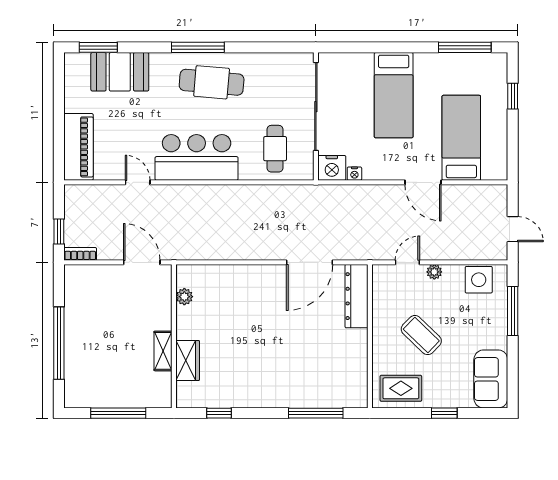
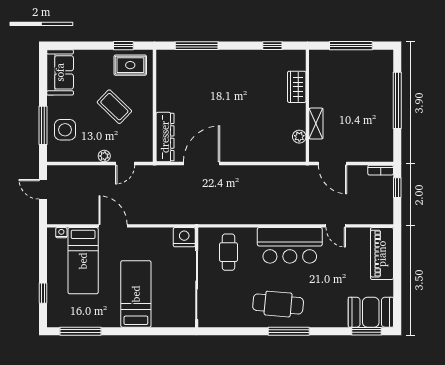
booth: (120, 72) -> (371, 312), moved
nightstand: (354, 174) -> (61, 233), moved
side table: (479, 280) -> (65, 130), moved
shelving: (163, 351) -> (316, 124), moved
window: (444, 413) -> (123, 46), moved

